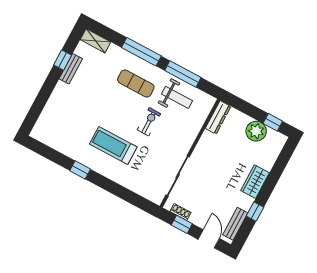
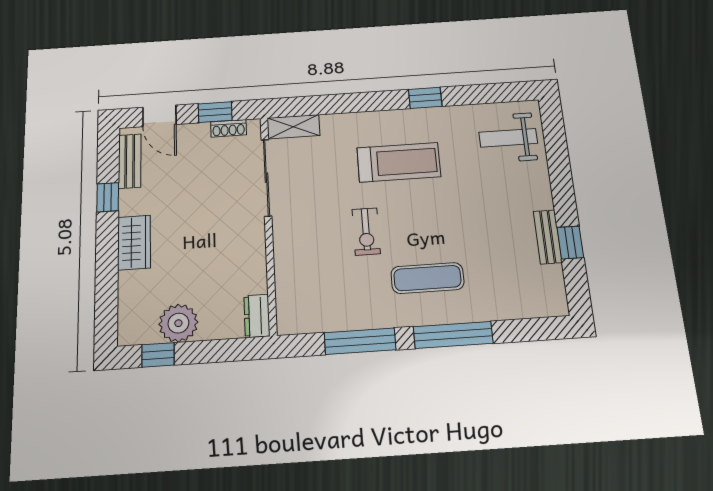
shelving: (95, 41) -> (293, 127), moved
weight bench: (177, 97) -> (508, 138), moved
dresser: (218, 117) -> (257, 316), width x0.70

